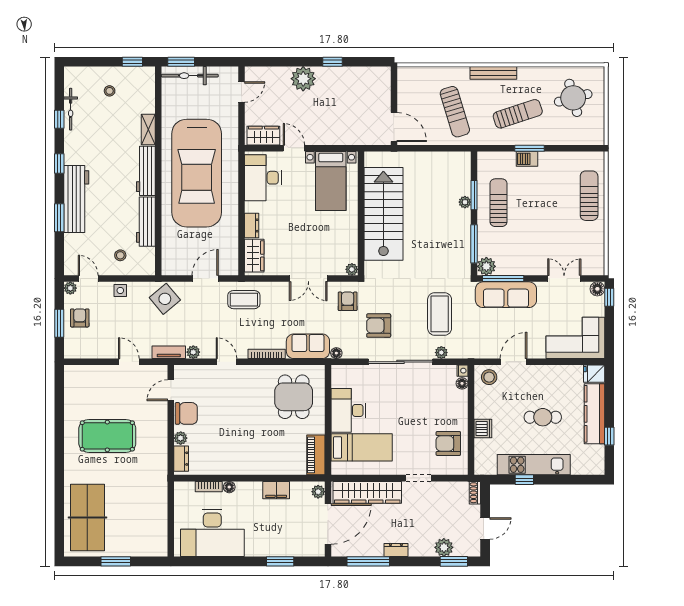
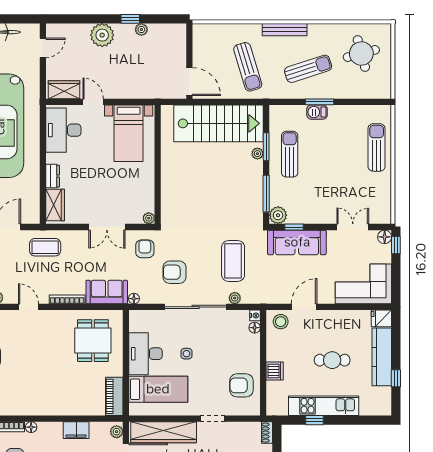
plant: (344, 73) -> (141, 30), added
stairs: (383, 214) -> (219, 123), moved, turned 90
window: (503, 279) -> (294, 227), width x0.46
side table: (391, 410) -> (186, 354), added

